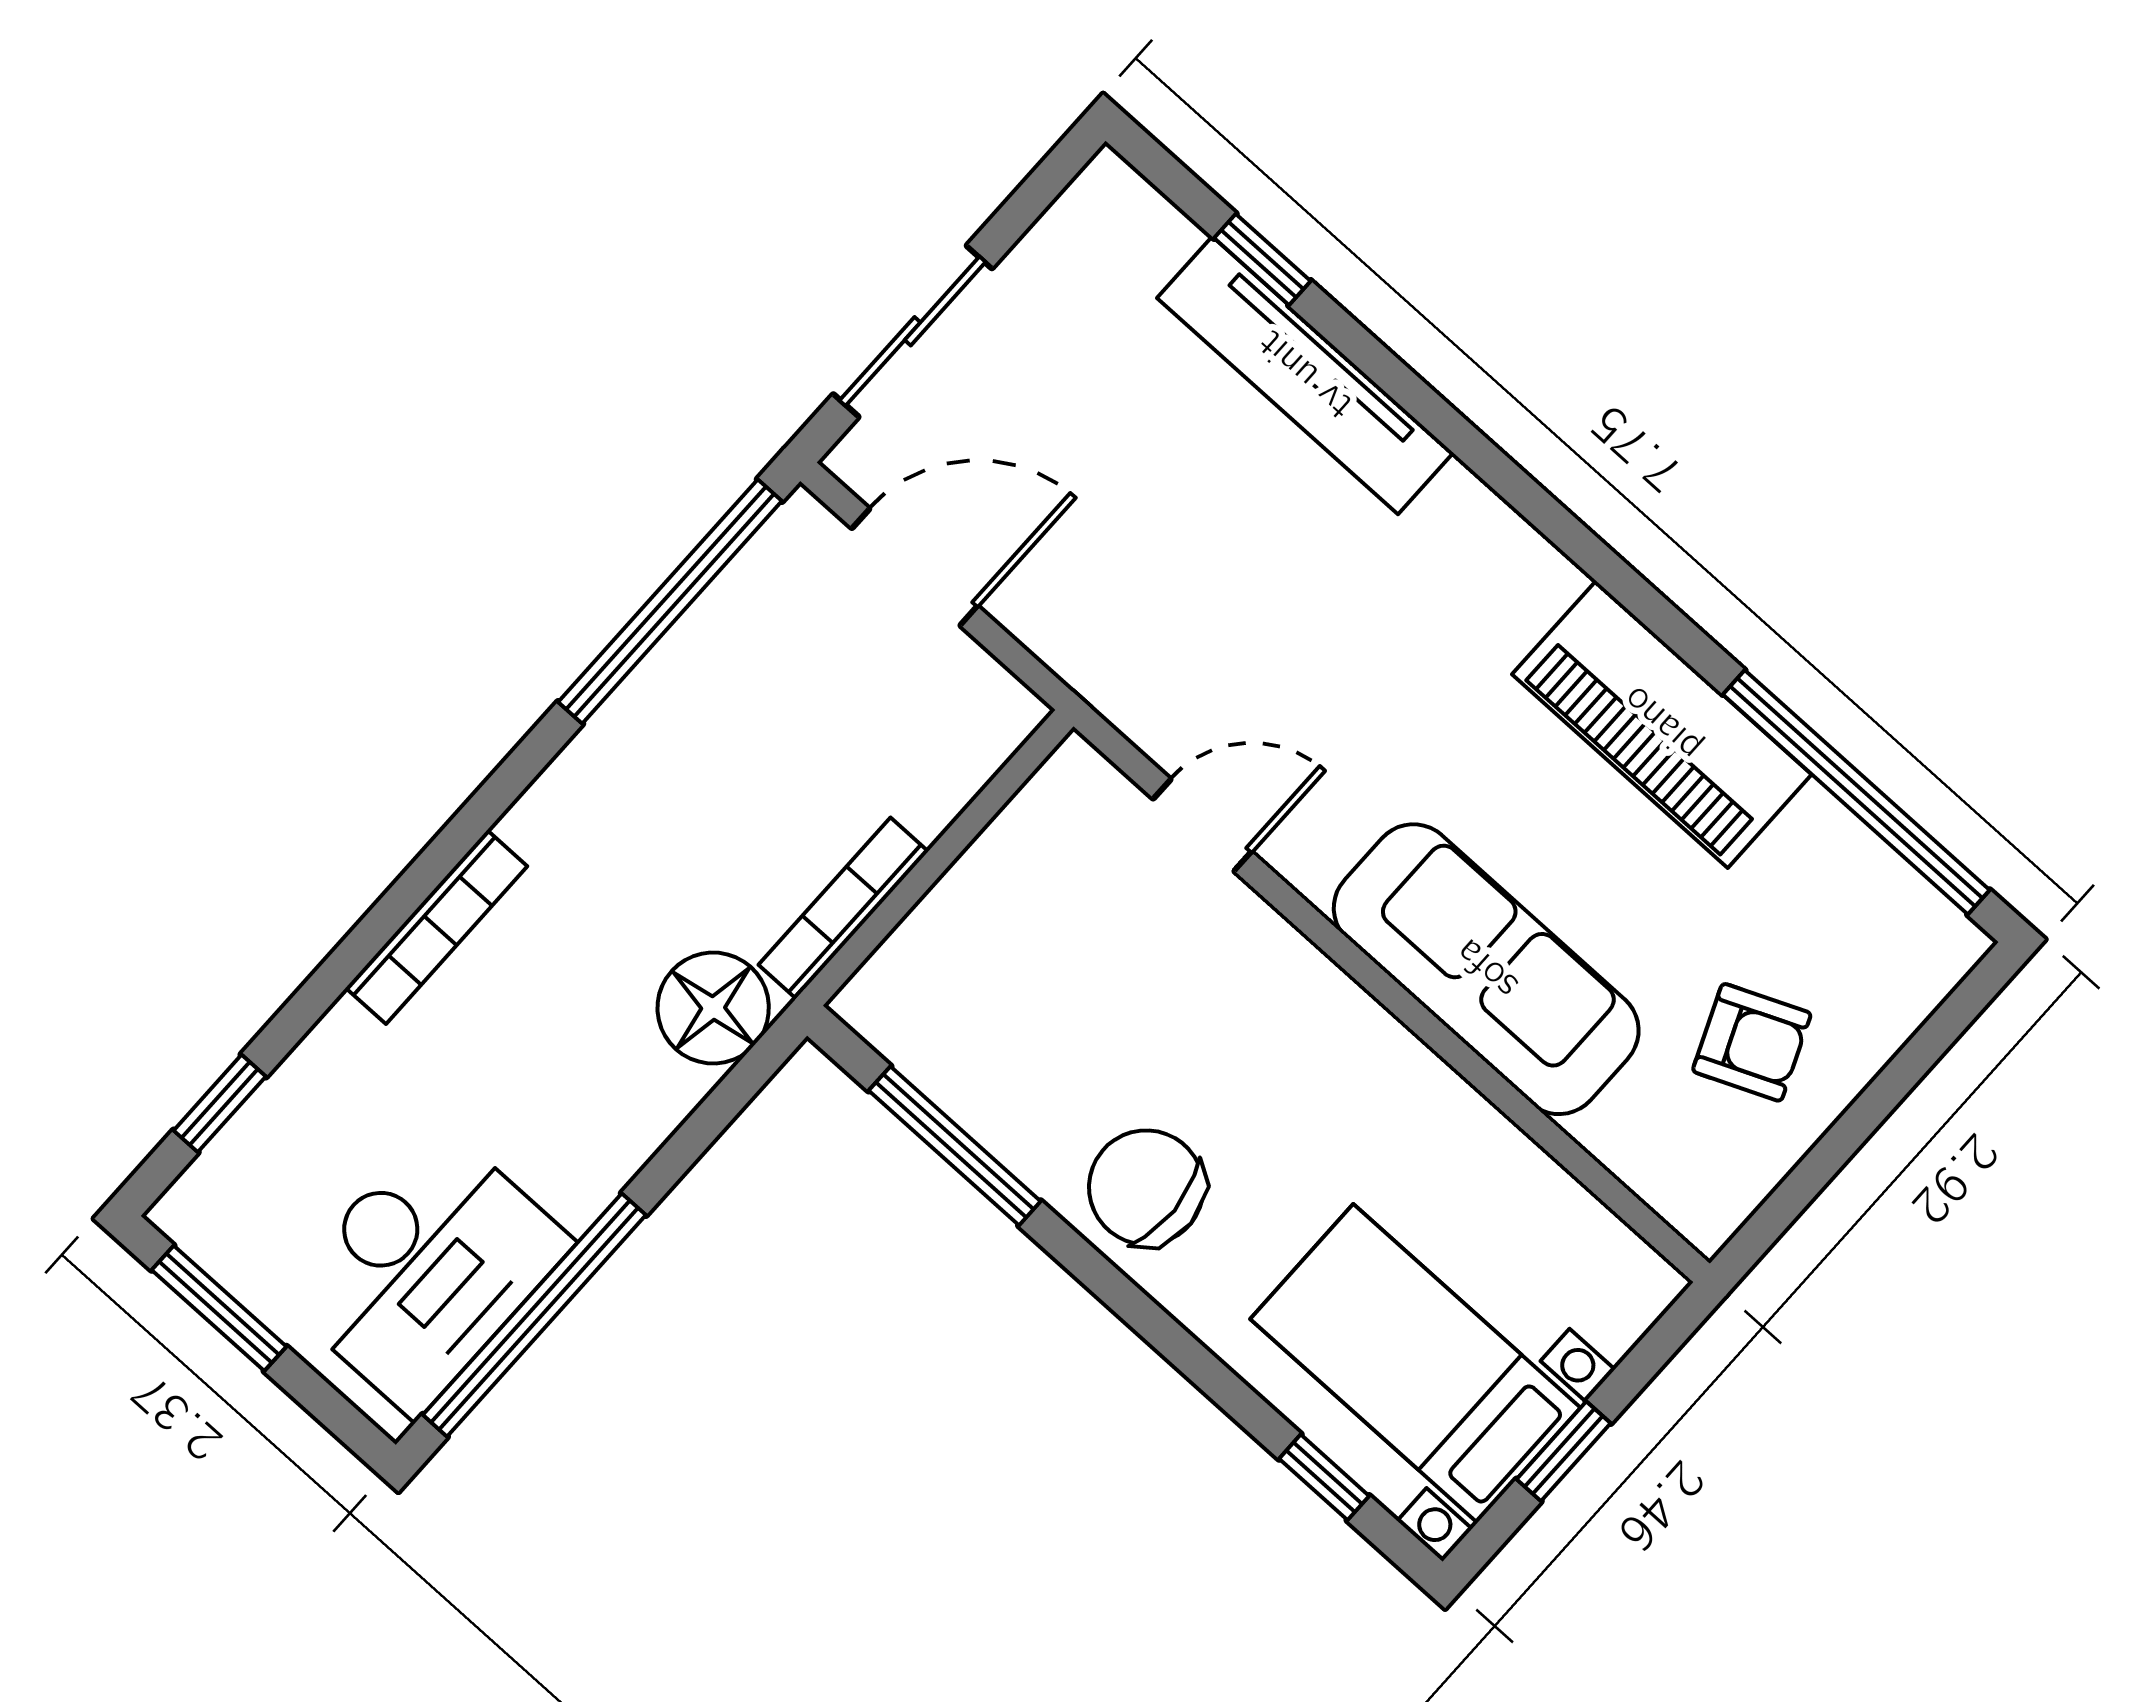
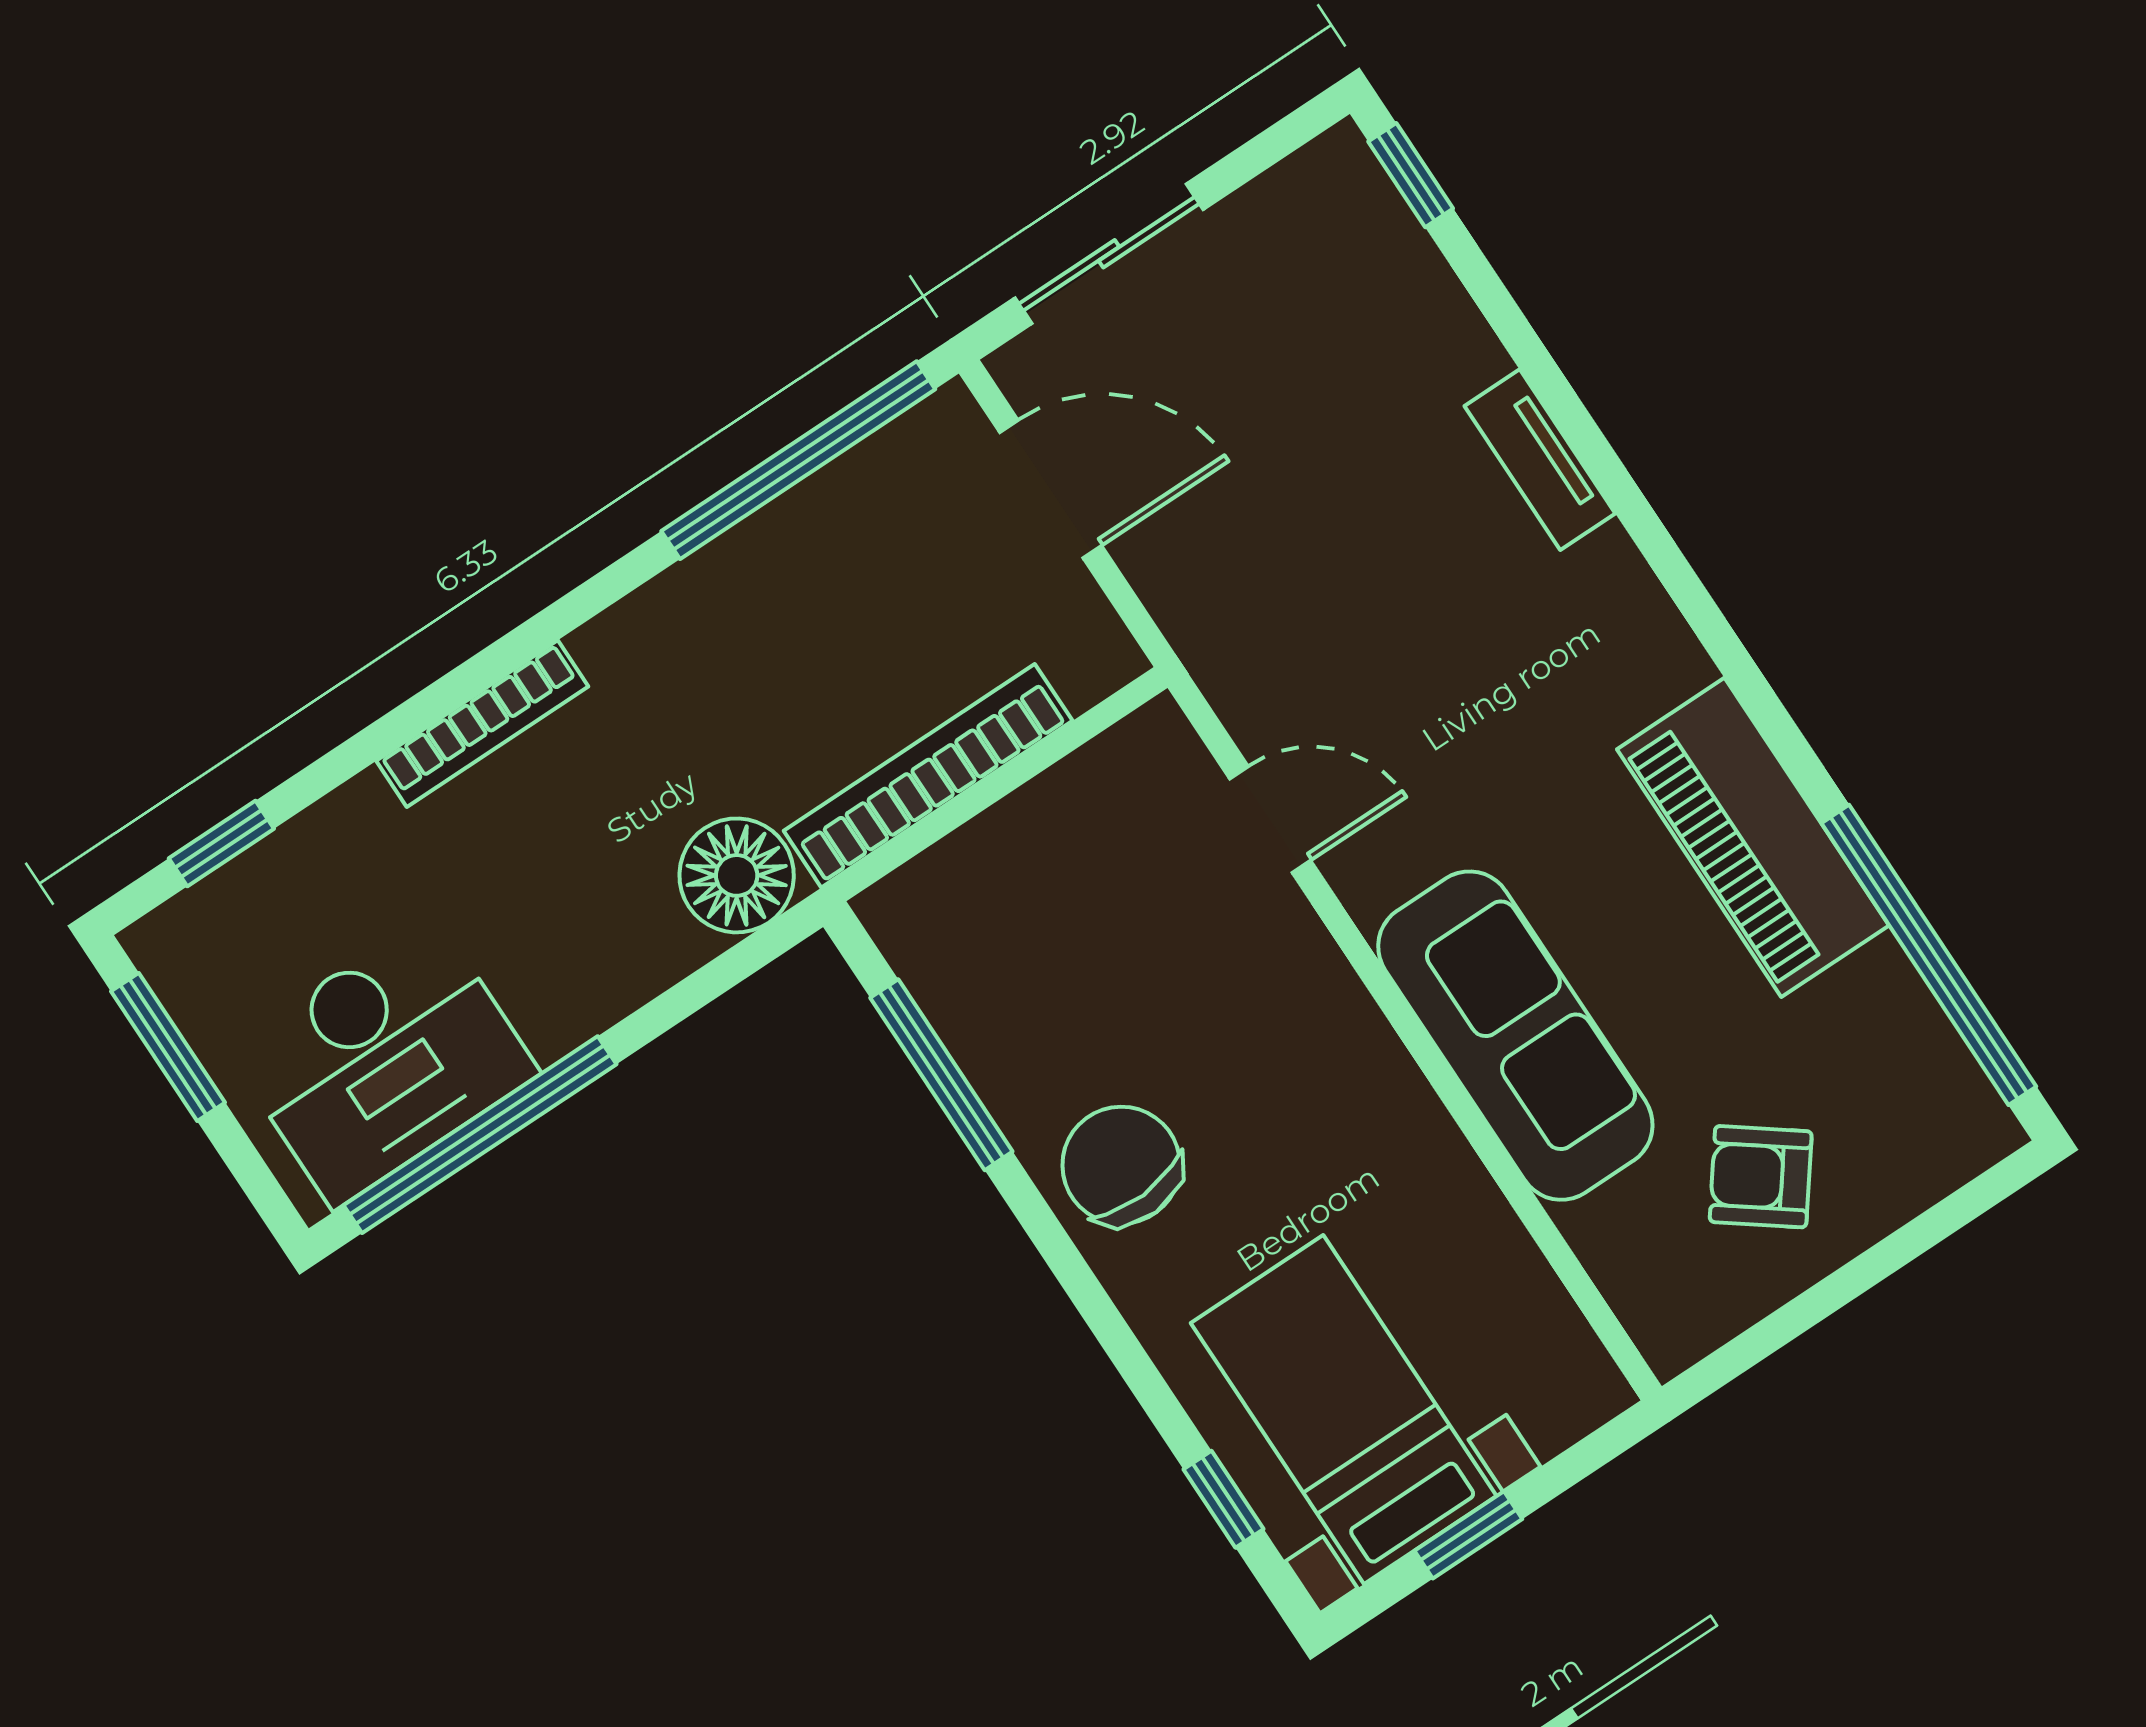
window: (1262, 259) -> (1411, 175), moved
tv unit: (1305, 375) -> (1540, 460), width x0.52, depth x0.78
bookcase: (843, 908) -> (928, 776), width x1.48, depth x1.31
armchair: (1752, 1042) -> (1761, 1177), turned 150

